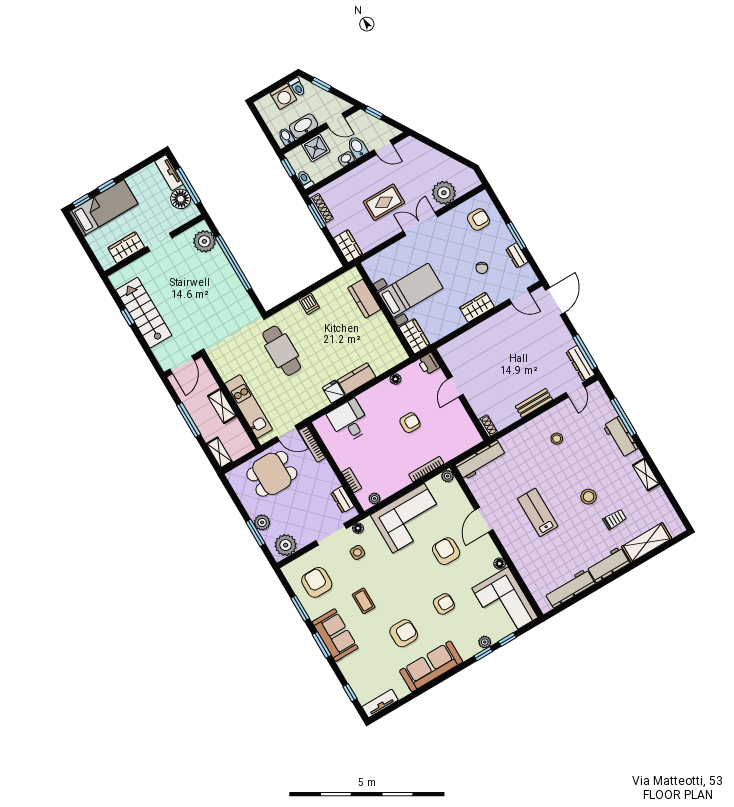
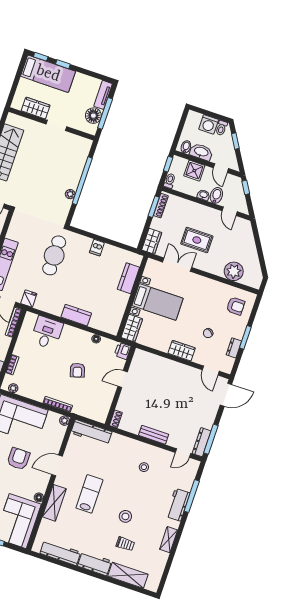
double door: (420, 224) -> (177, 265), moved
plant: (204, 241) -> (70, 194), moved, width x0.53, depth x0.53
fridge: (334, 392) -> (29, 299), moved
armchair: (410, 423) -> (77, 370), turned 73
shelving: (517, 553) -> (54, 503), added

